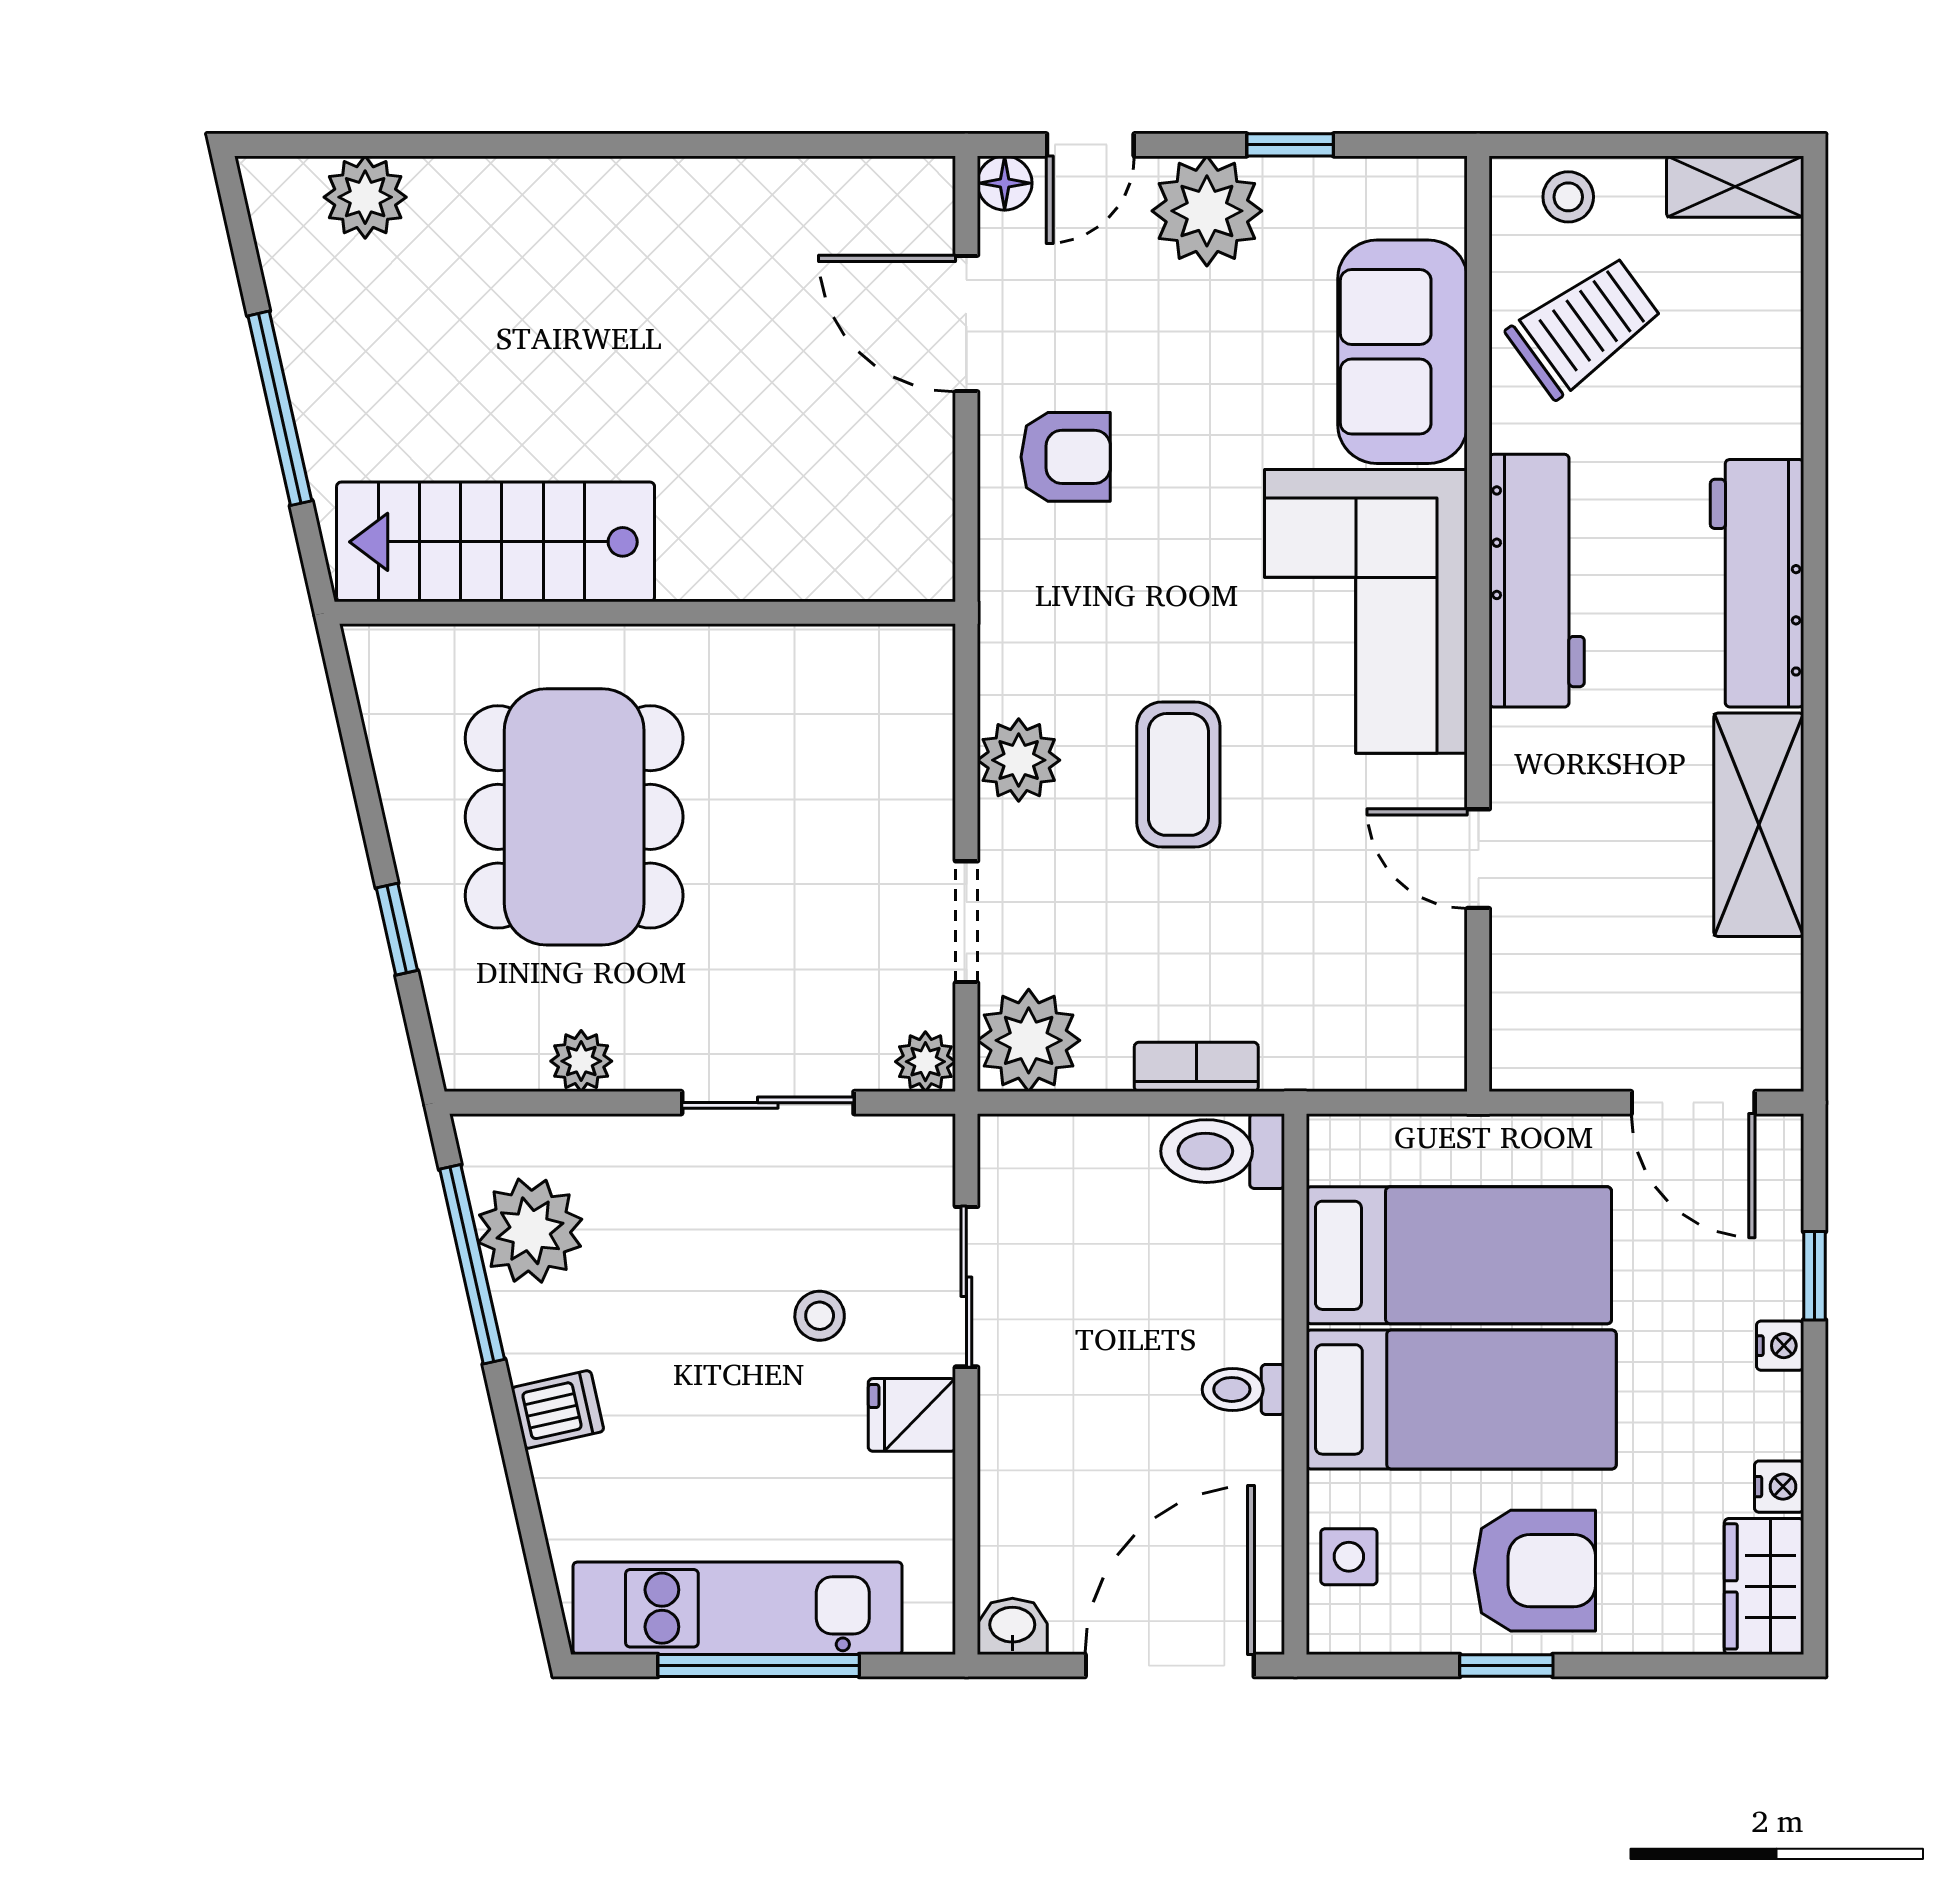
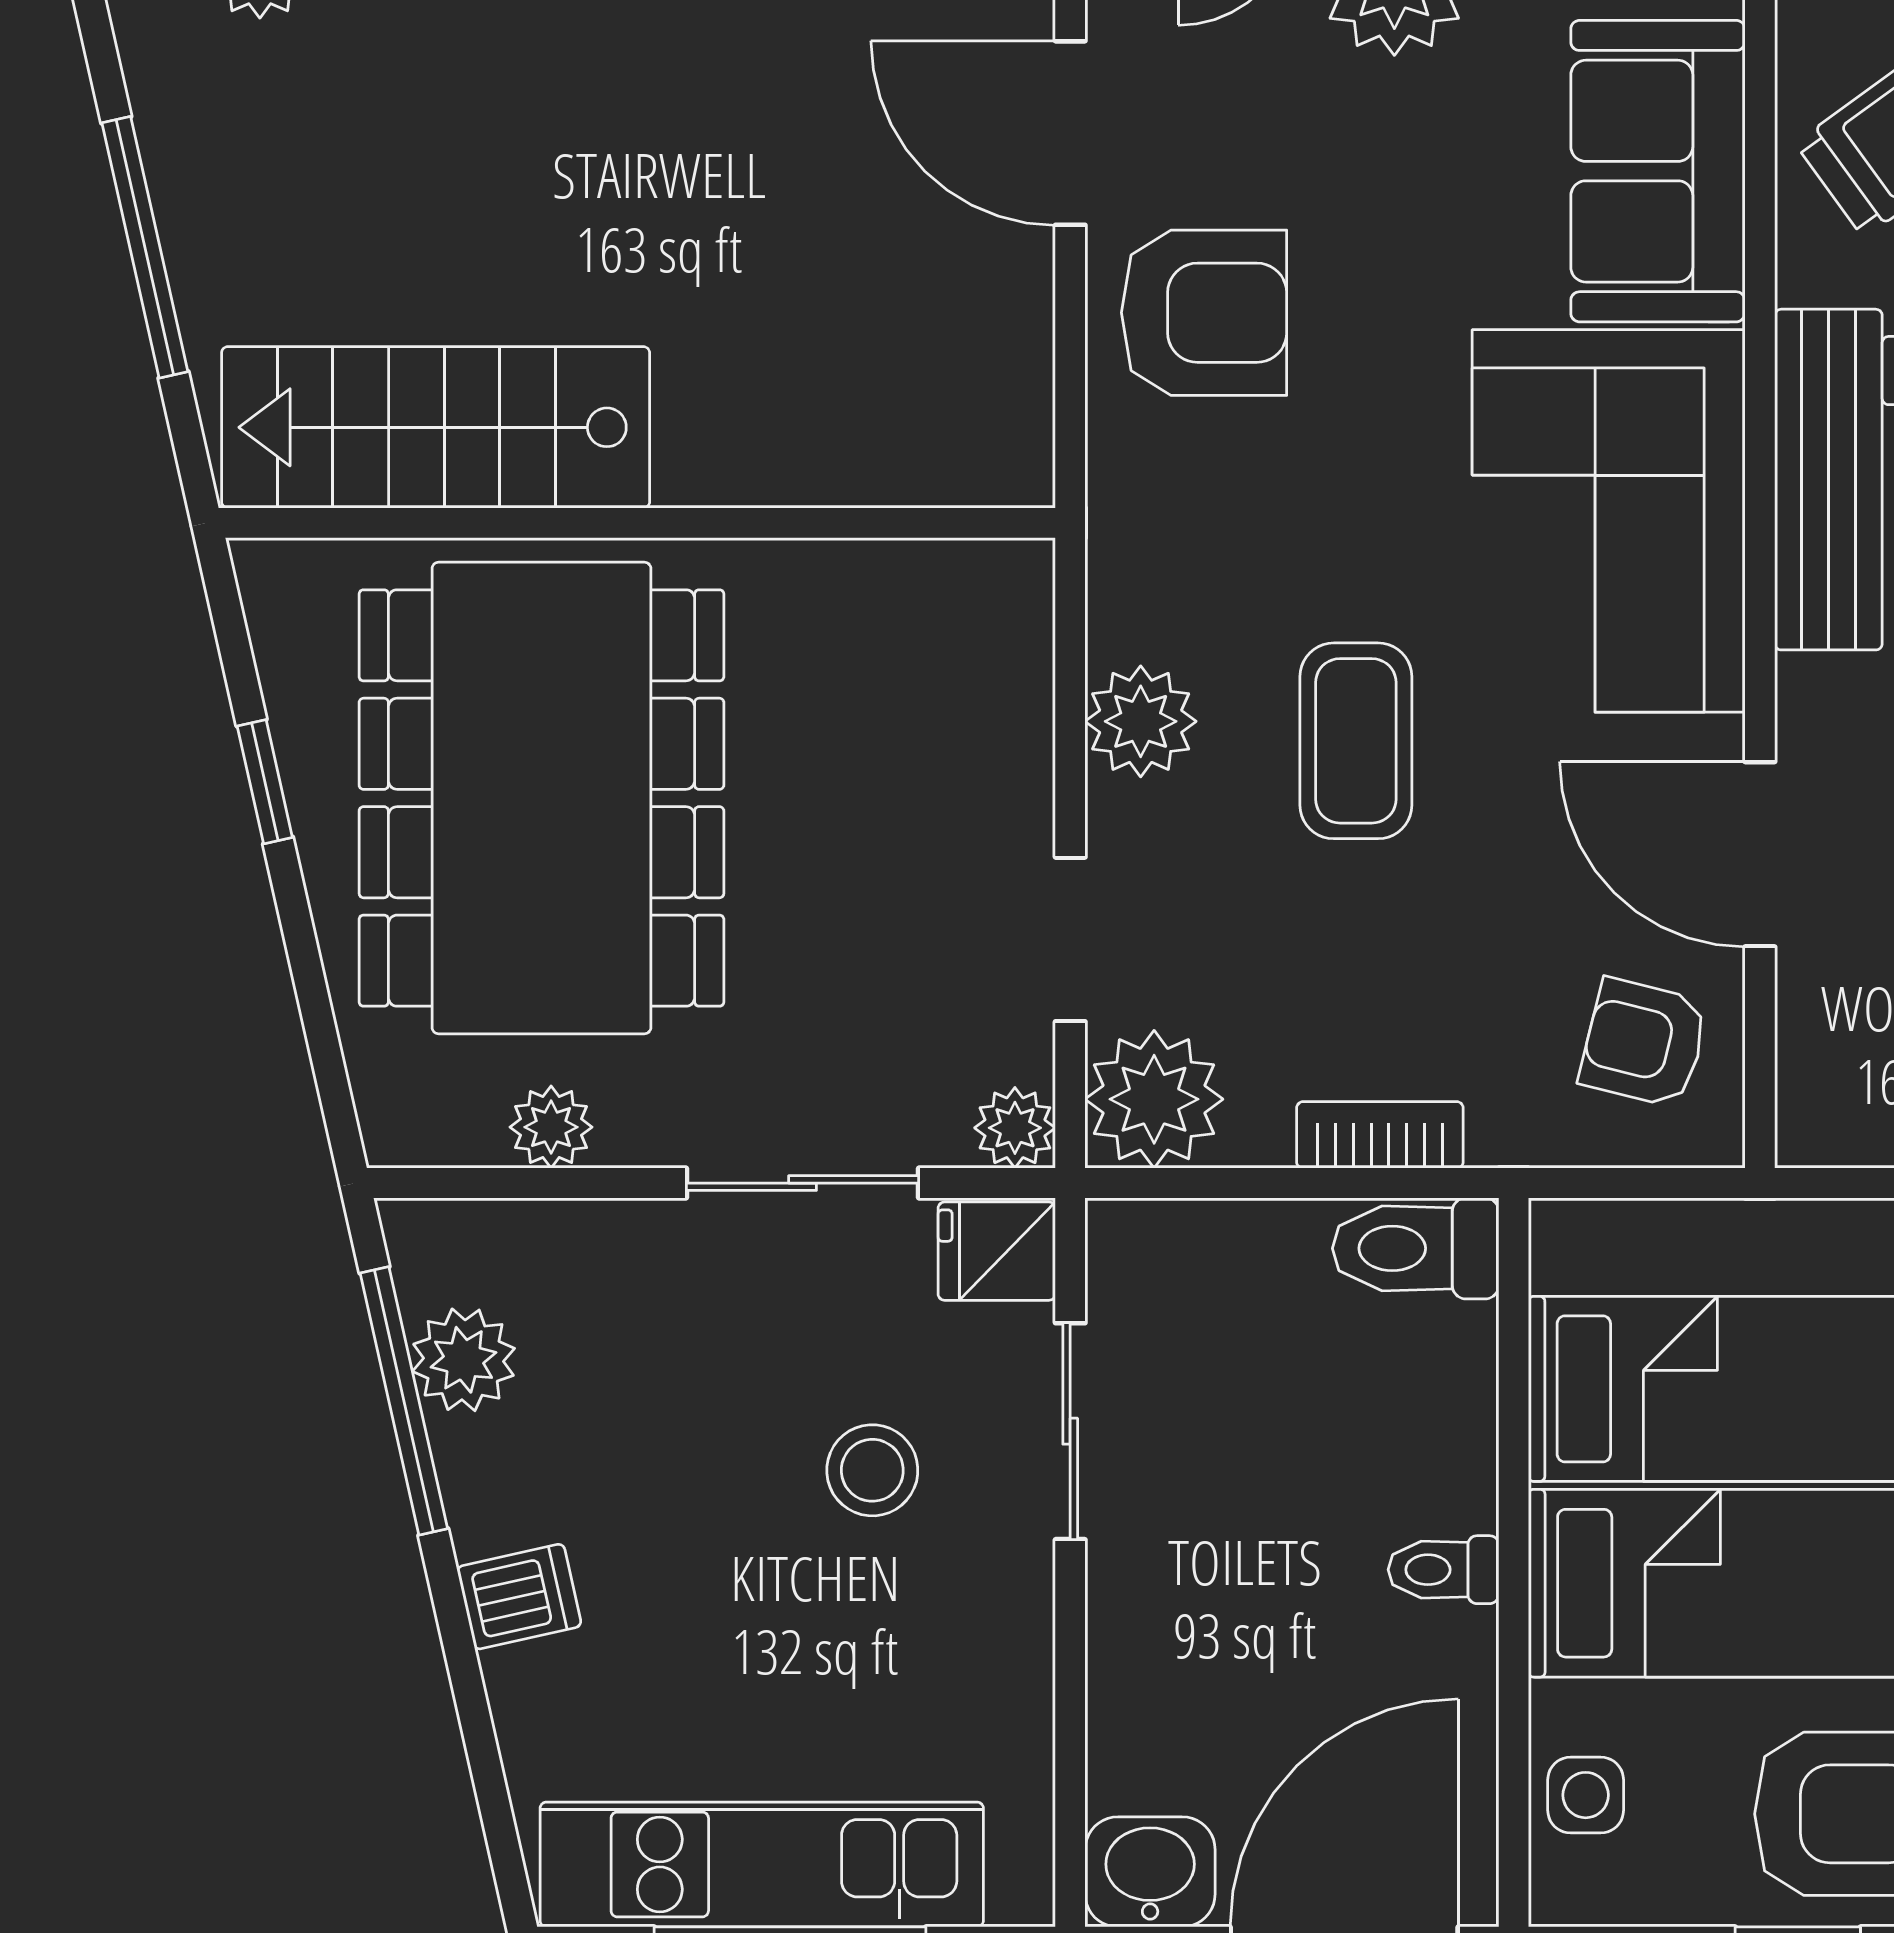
armchair: (1066, 457) -> (1204, 313), width x1.38, depth x1.38
dining table: (574, 817) -> (541, 798), width x1.36, depth x1.24
door: (1478, 859) -> (1760, 854), width x1.38
window: (397, 929) -> (265, 782), moved
armchair: (1392, 999) -> (1644, 1043), added
plant: (530, 1231) -> (464, 1360), width x0.73, depth x0.73
stool: (820, 1316) -> (872, 1470), width x1.37, depth x1.37
fridge: (912, 1415) -> (997, 1251), moved
washbasin: (1012, 1626) -> (1150, 1872), width x1.38, depth x1.45

